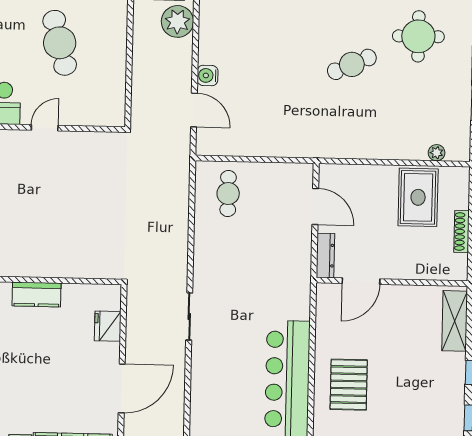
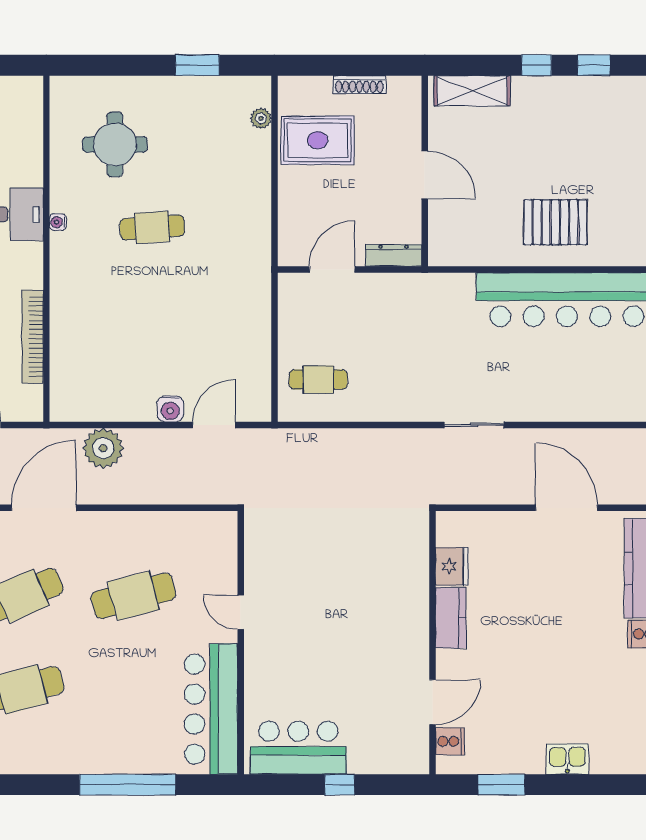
cafe table: (352, 64) -> (152, 227), turned -70
door: (361, 281) -> (425, 175), moved
fridge: (108, 326) -> (452, 566), moved, turned -90

